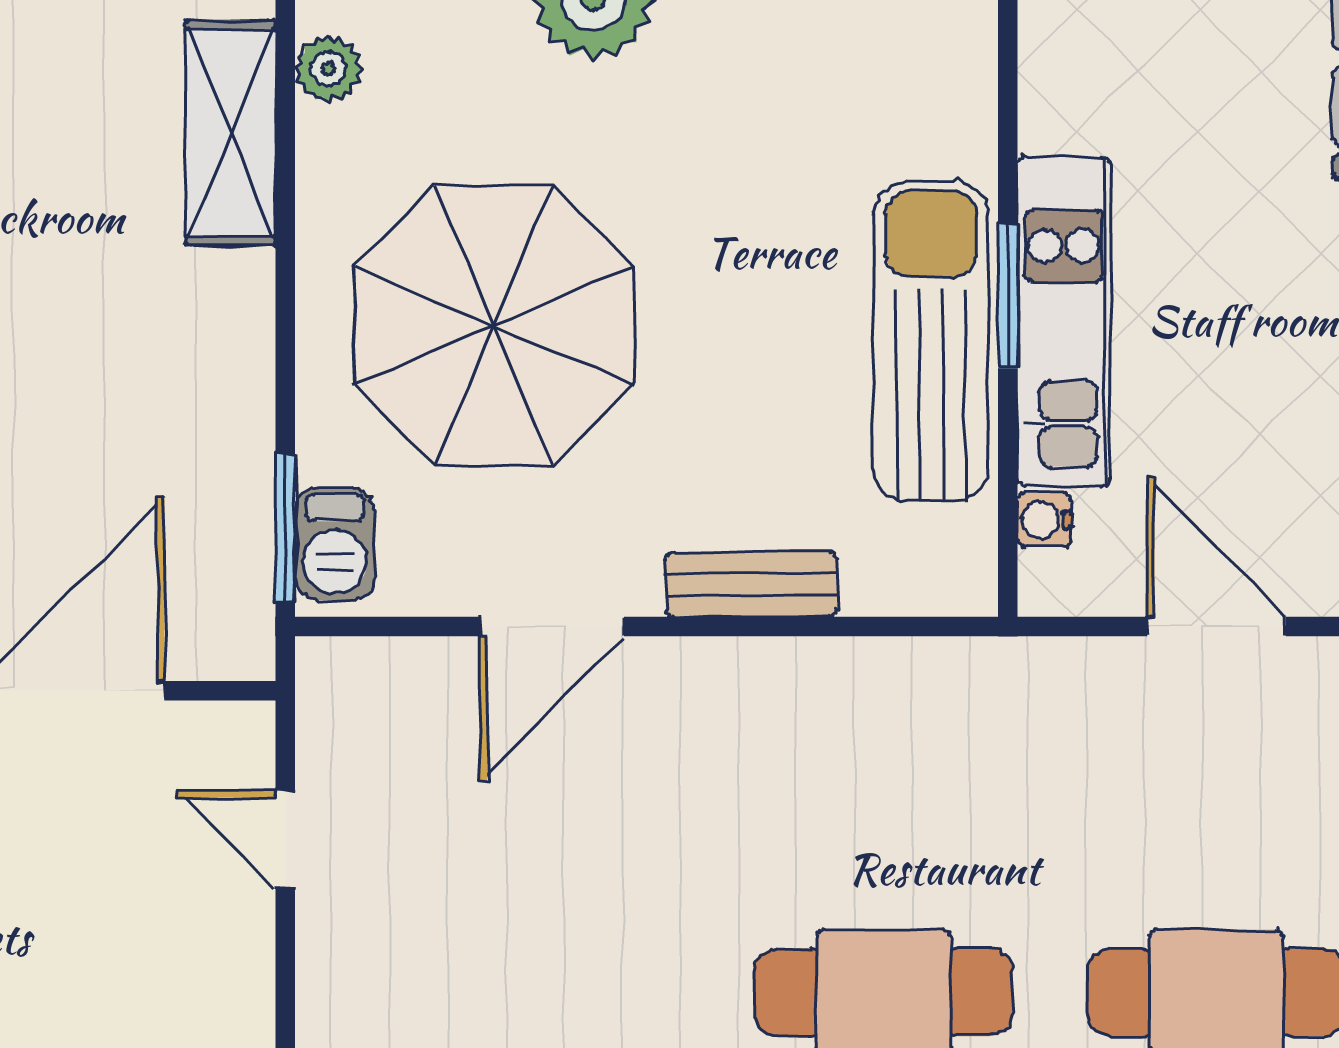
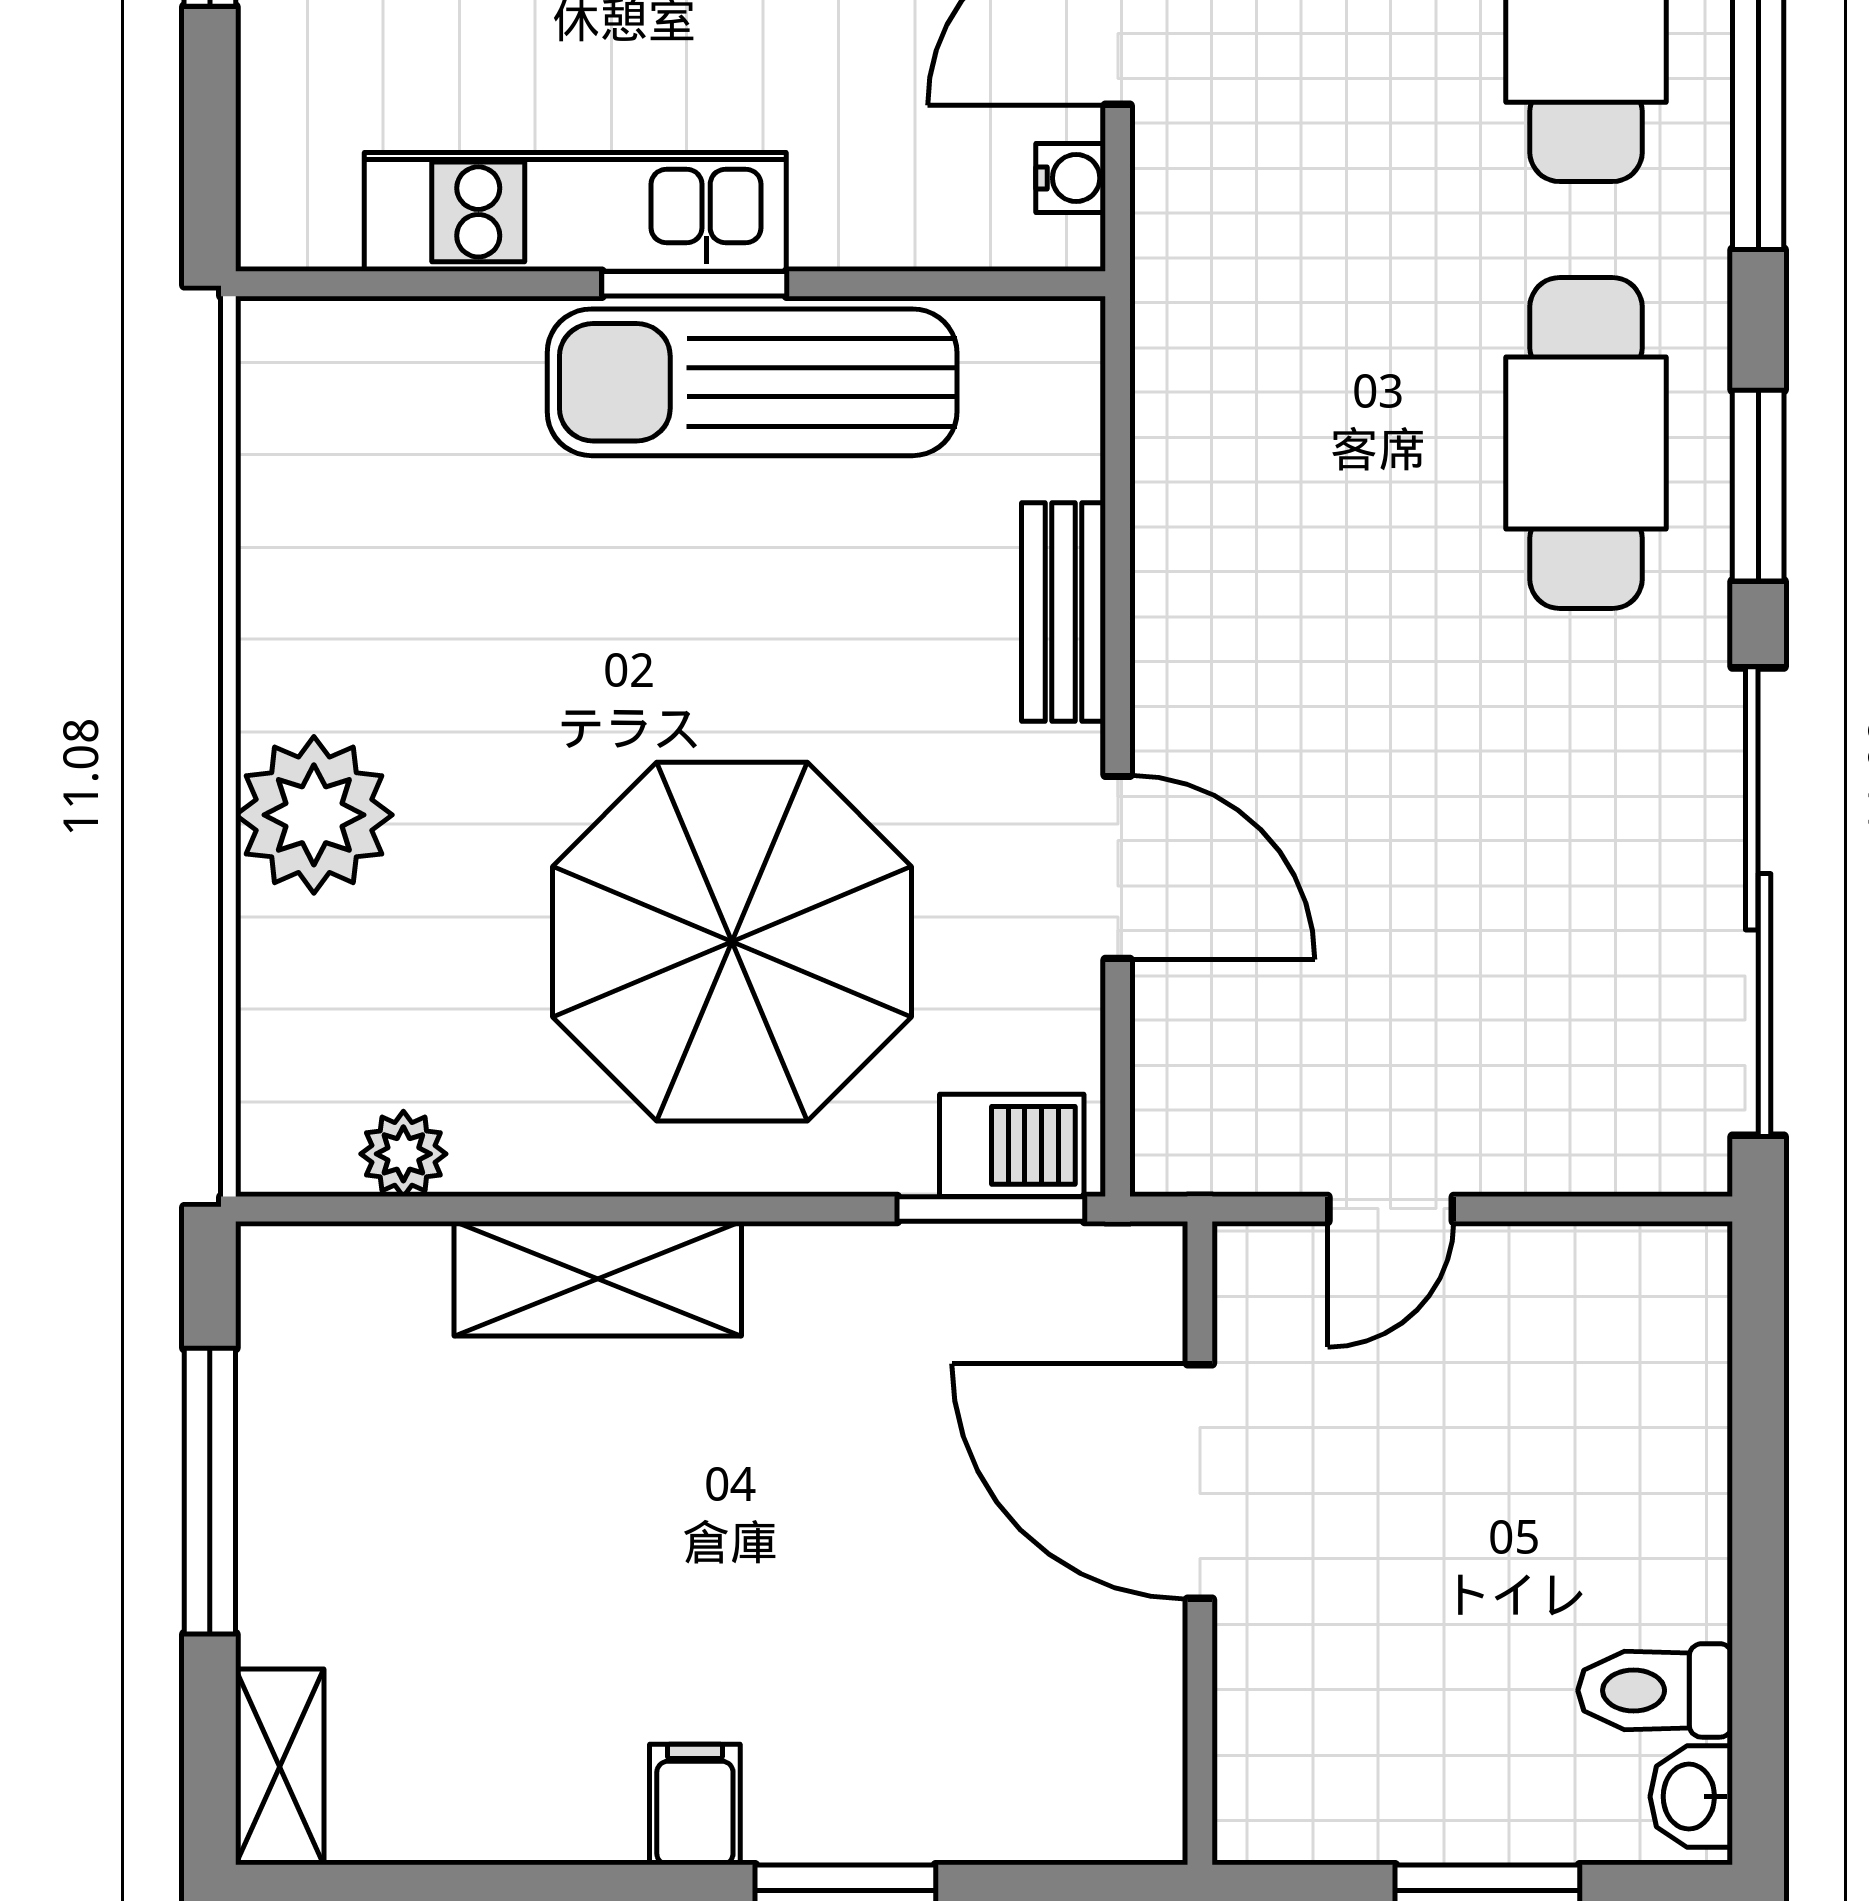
shelving: (231, 133) -> (598, 1279), moved
kitchen unit: (1064, 322) -> (575, 212), moved
water cooler: (1044, 520) -> (1071, 178), moved, turned -90

